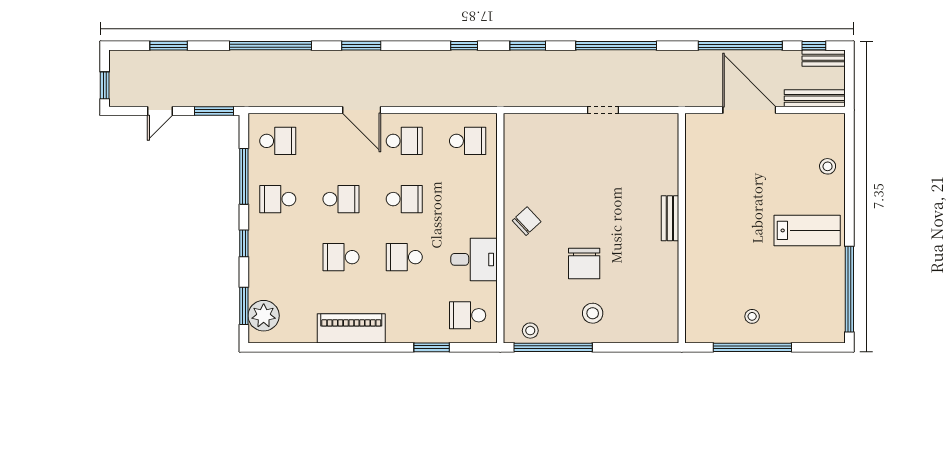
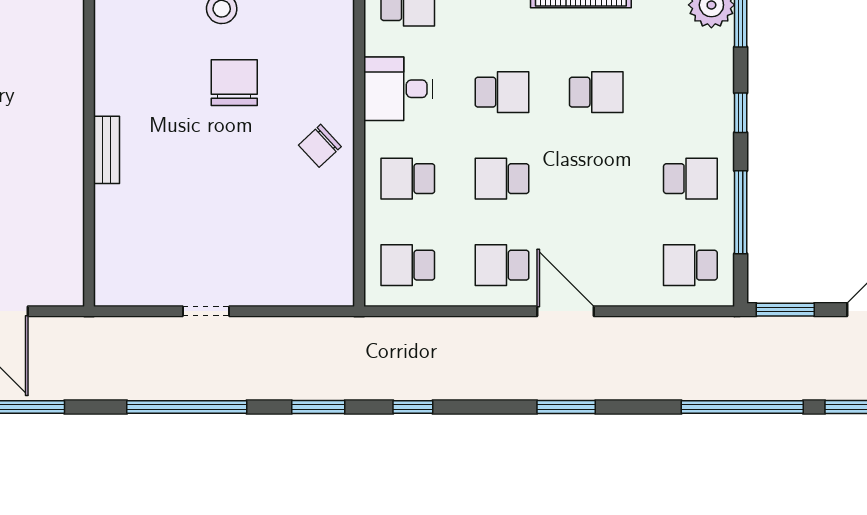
window: (270, 46) -> (742, 407), moved
school desk: (341, 199) -> (408, 179), moved

